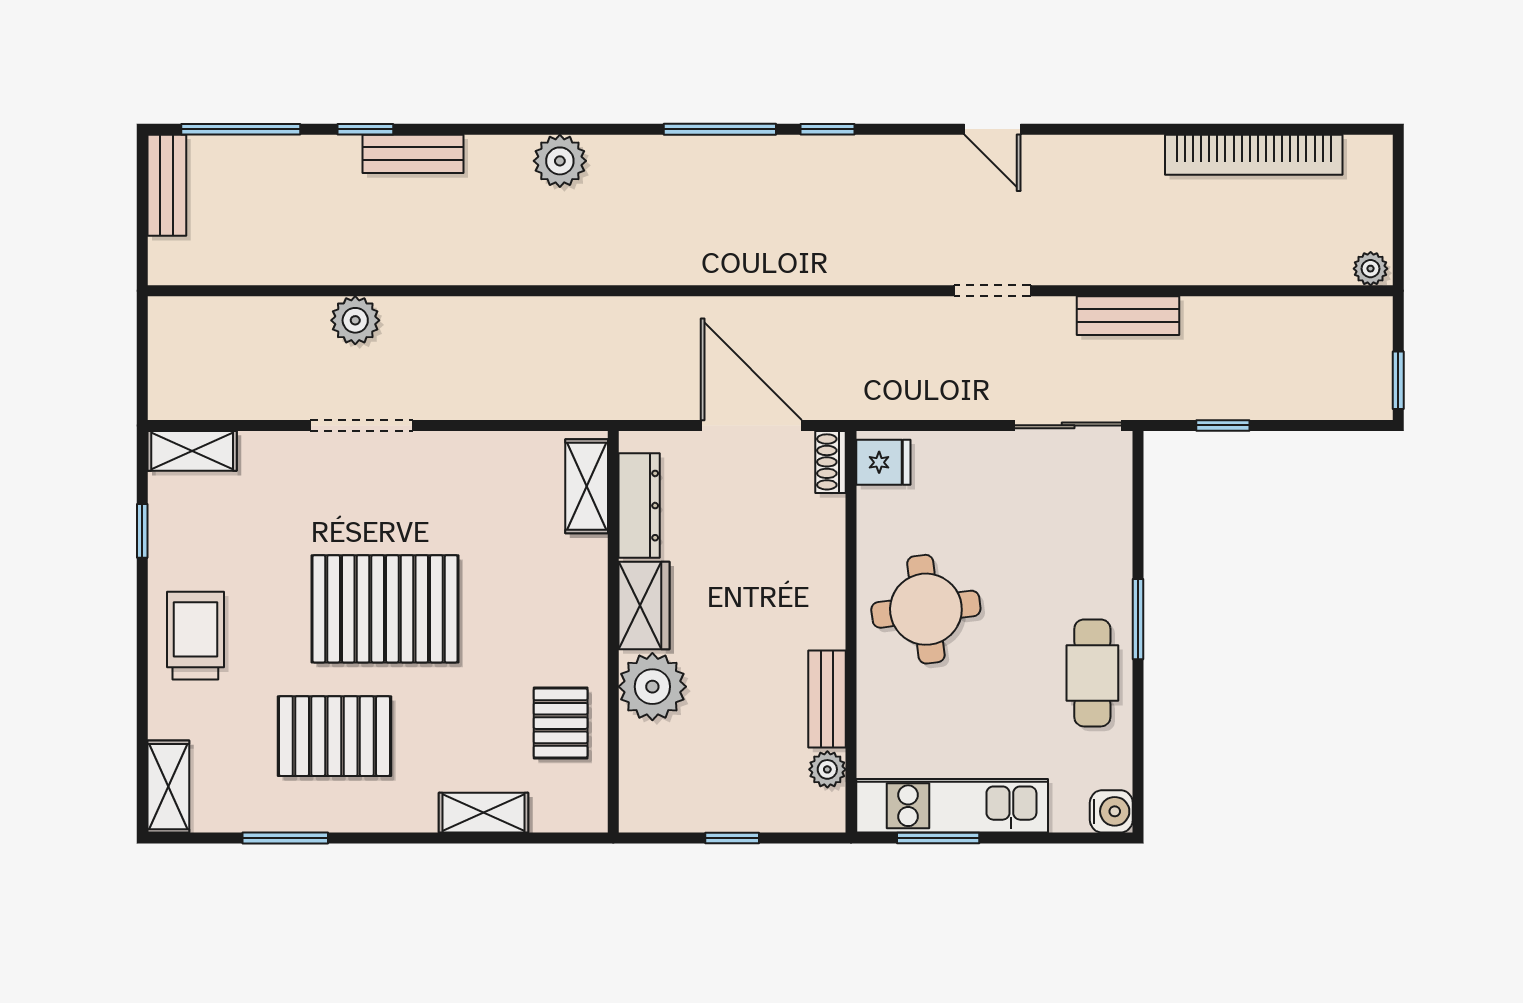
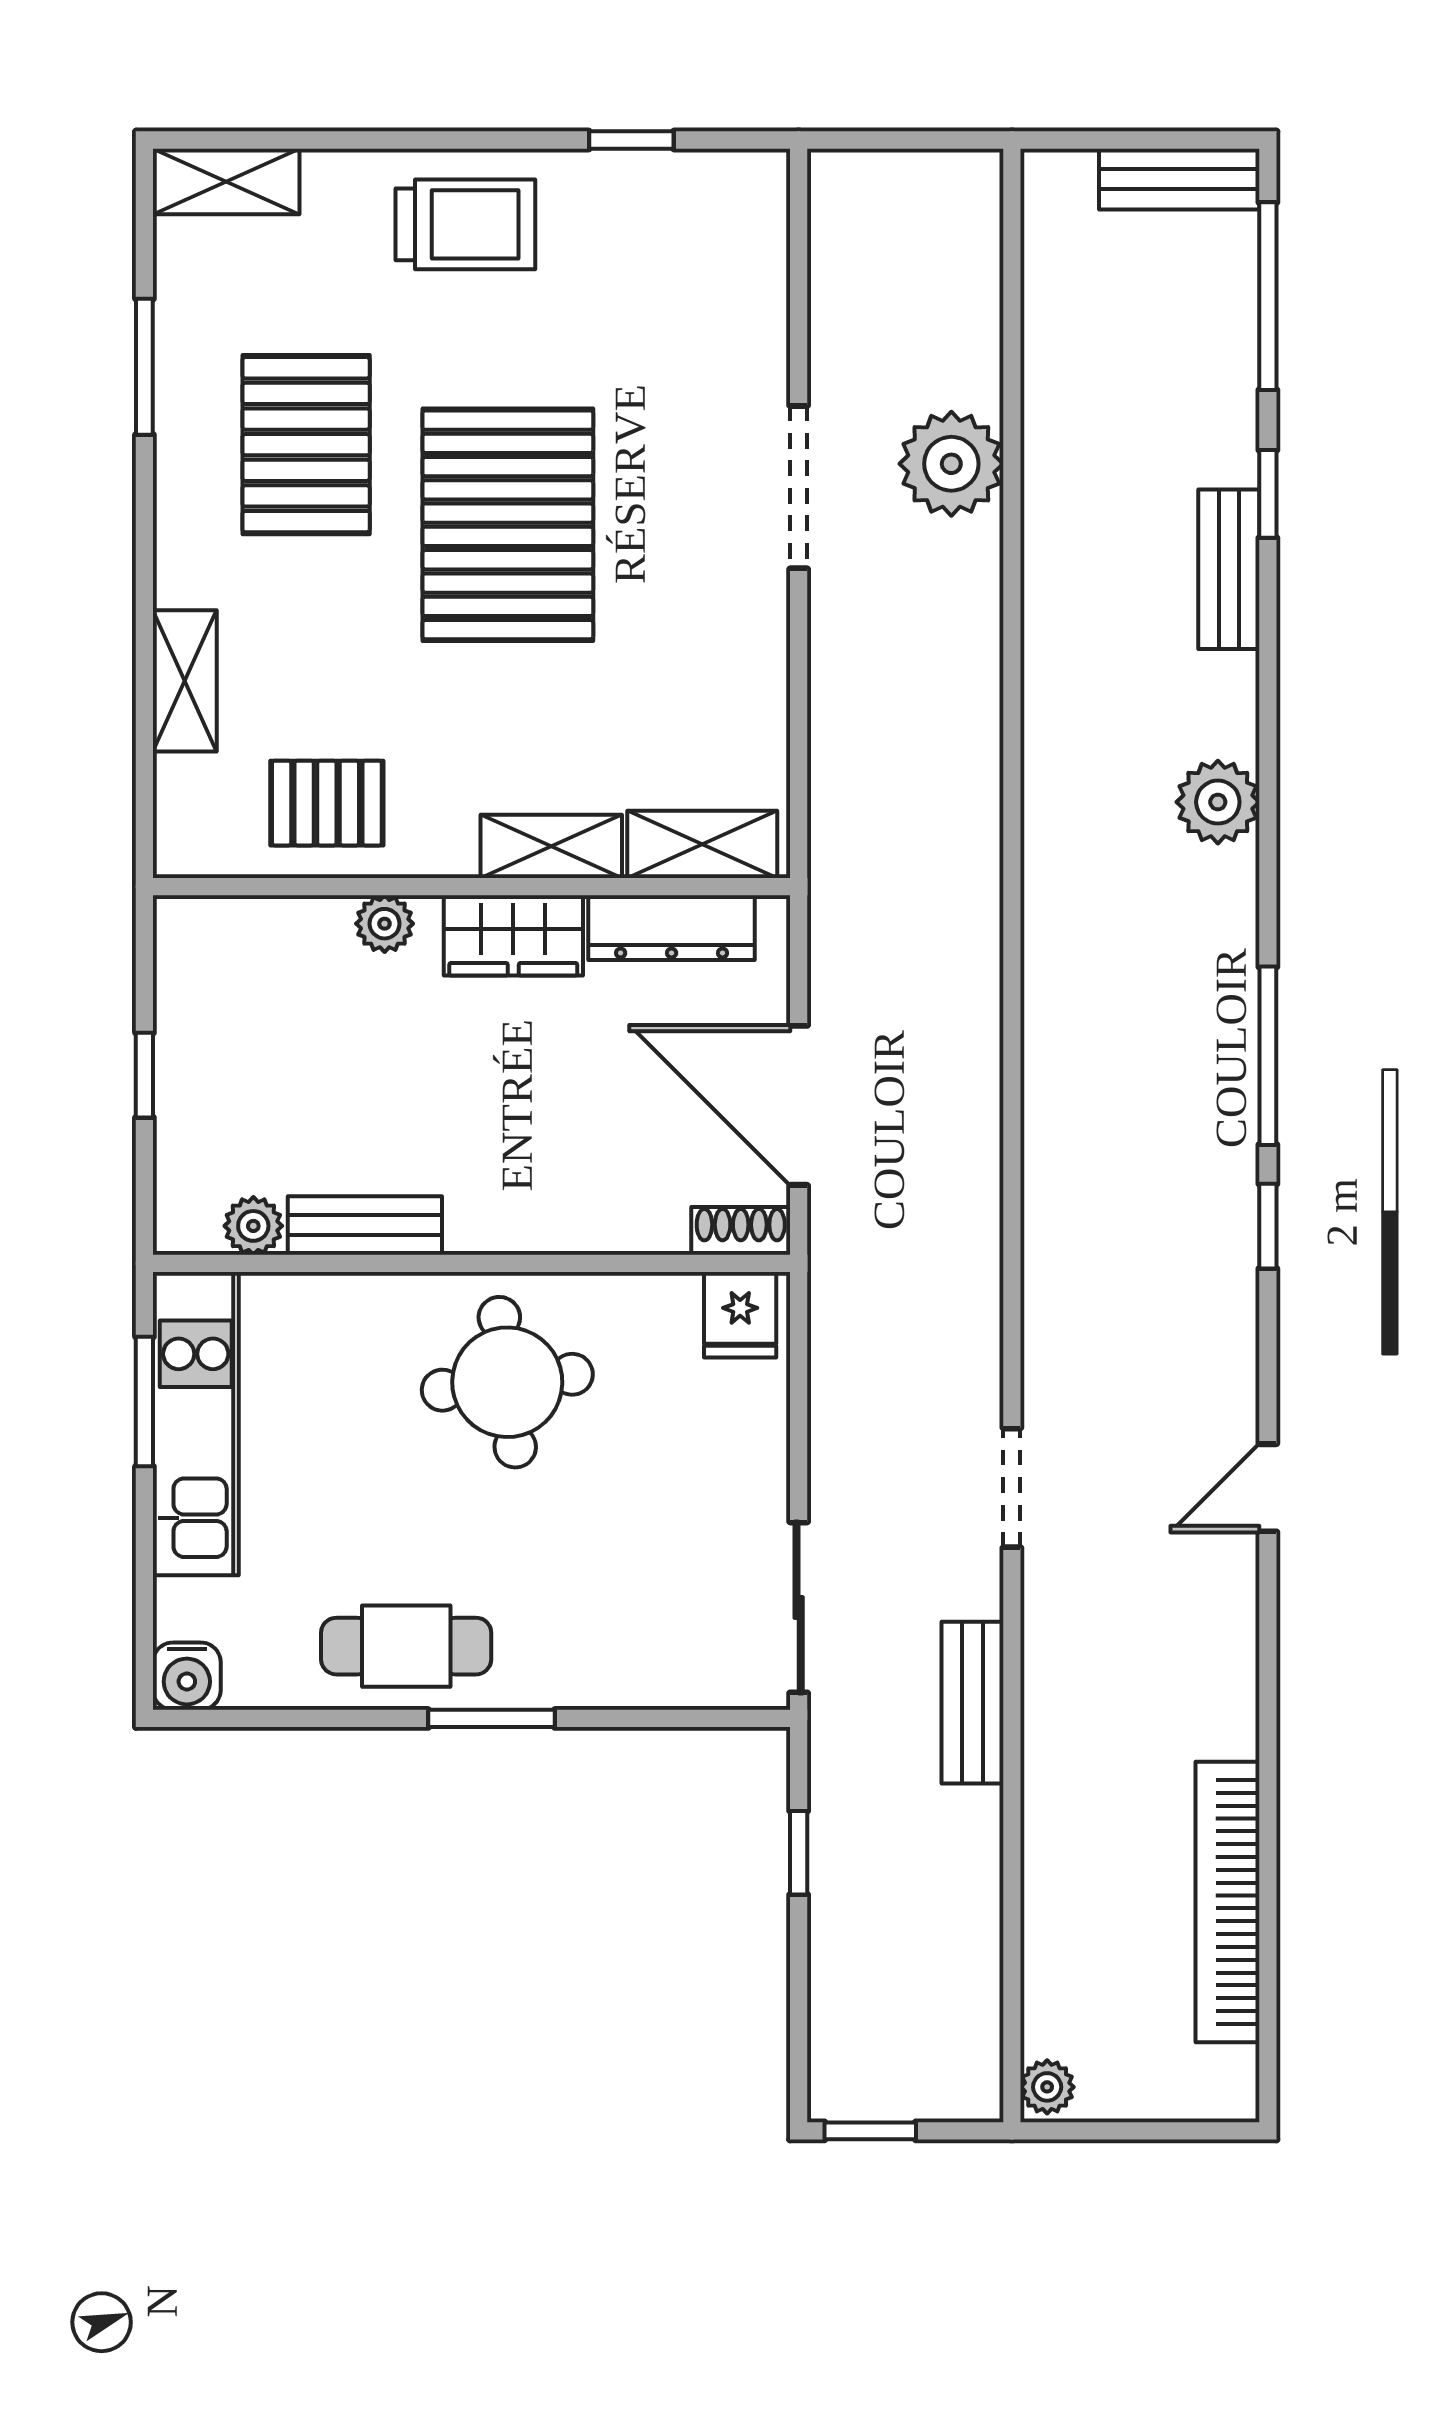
plant: (355, 320) -> (951, 464), width x1.36, depth x1.36
door: (751, 425) -> (799, 1105), swing flipped
shelving: (192, 451) -> (551, 846), moved, turned 90
plant: (652, 687) -> (385, 924), width x0.53, depth x0.53

